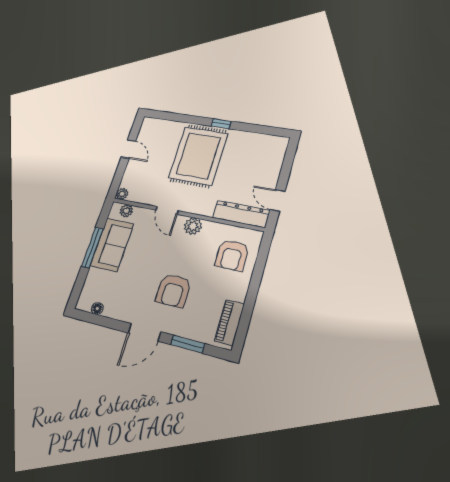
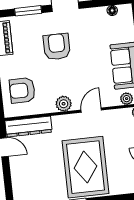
door: (167, 210) -> (91, 110), hinge flipped
armchair: (232, 255) -> (22, 90), turned -90

